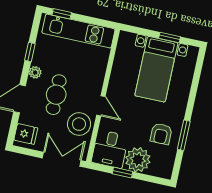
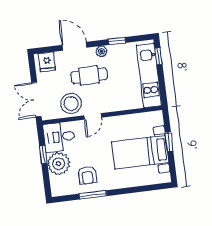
window: (170, 37) -> (169, 142), moved
armchair: (161, 134) -> (87, 175), turned -90
double door: (62, 159) -> (36, 100), swing flipped

